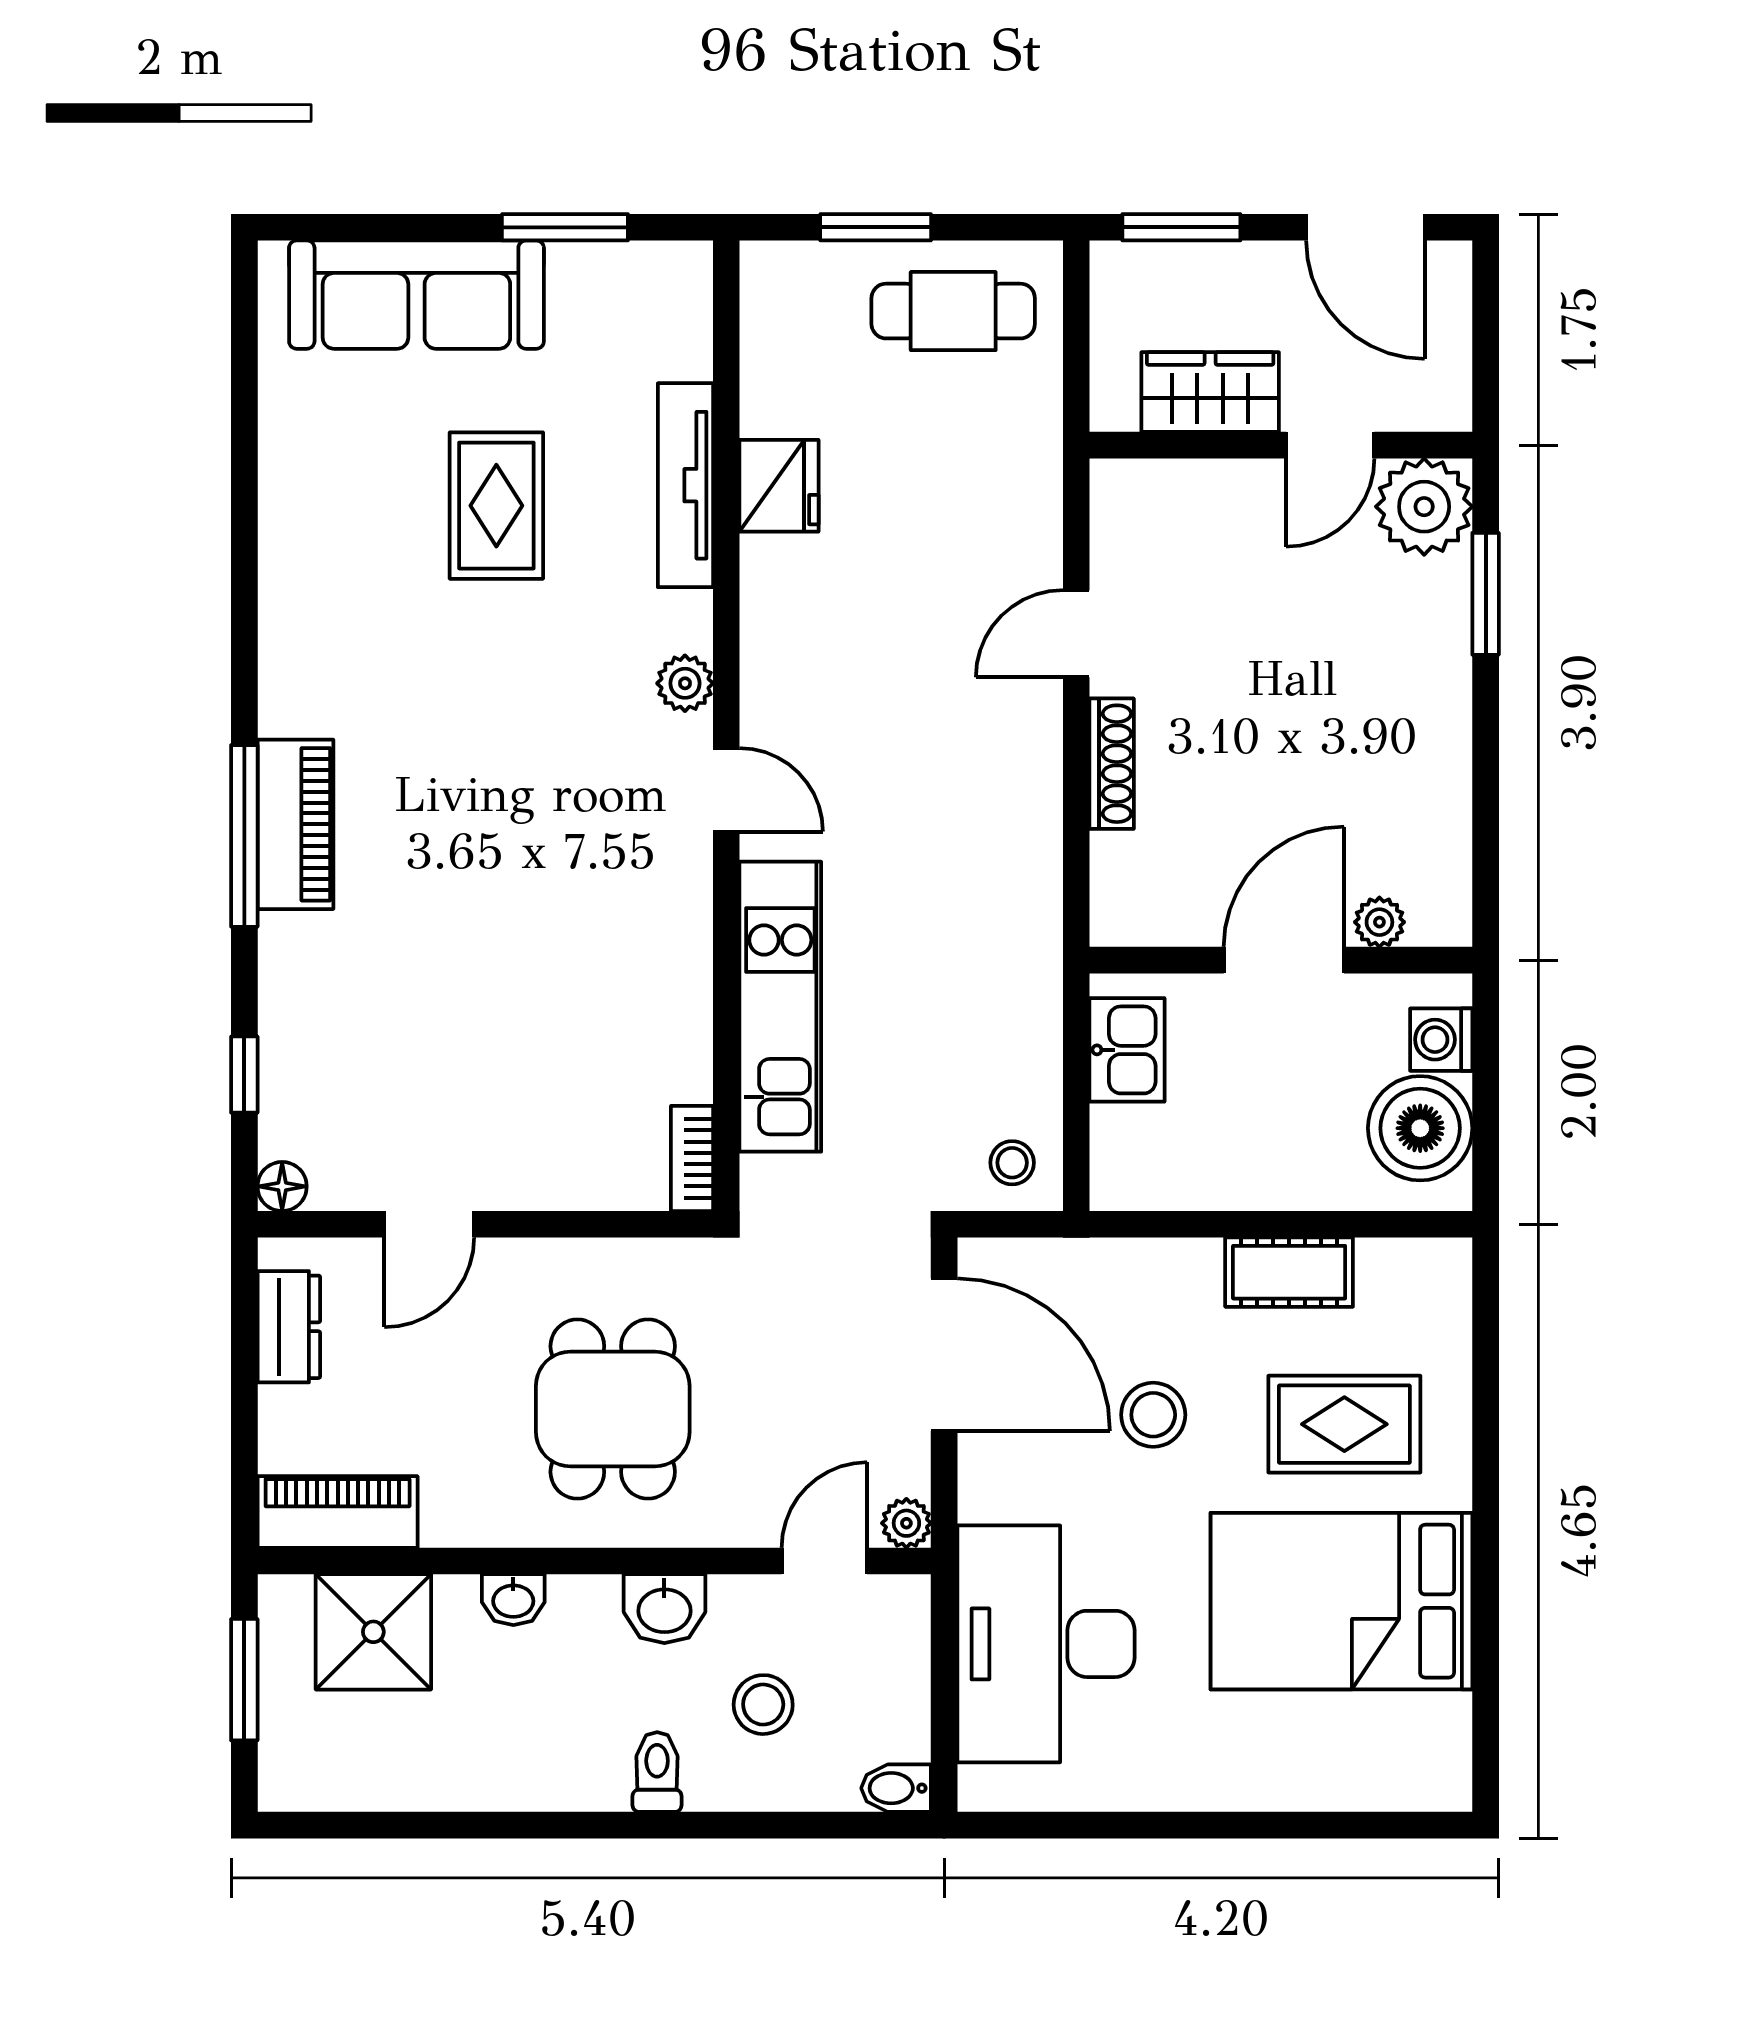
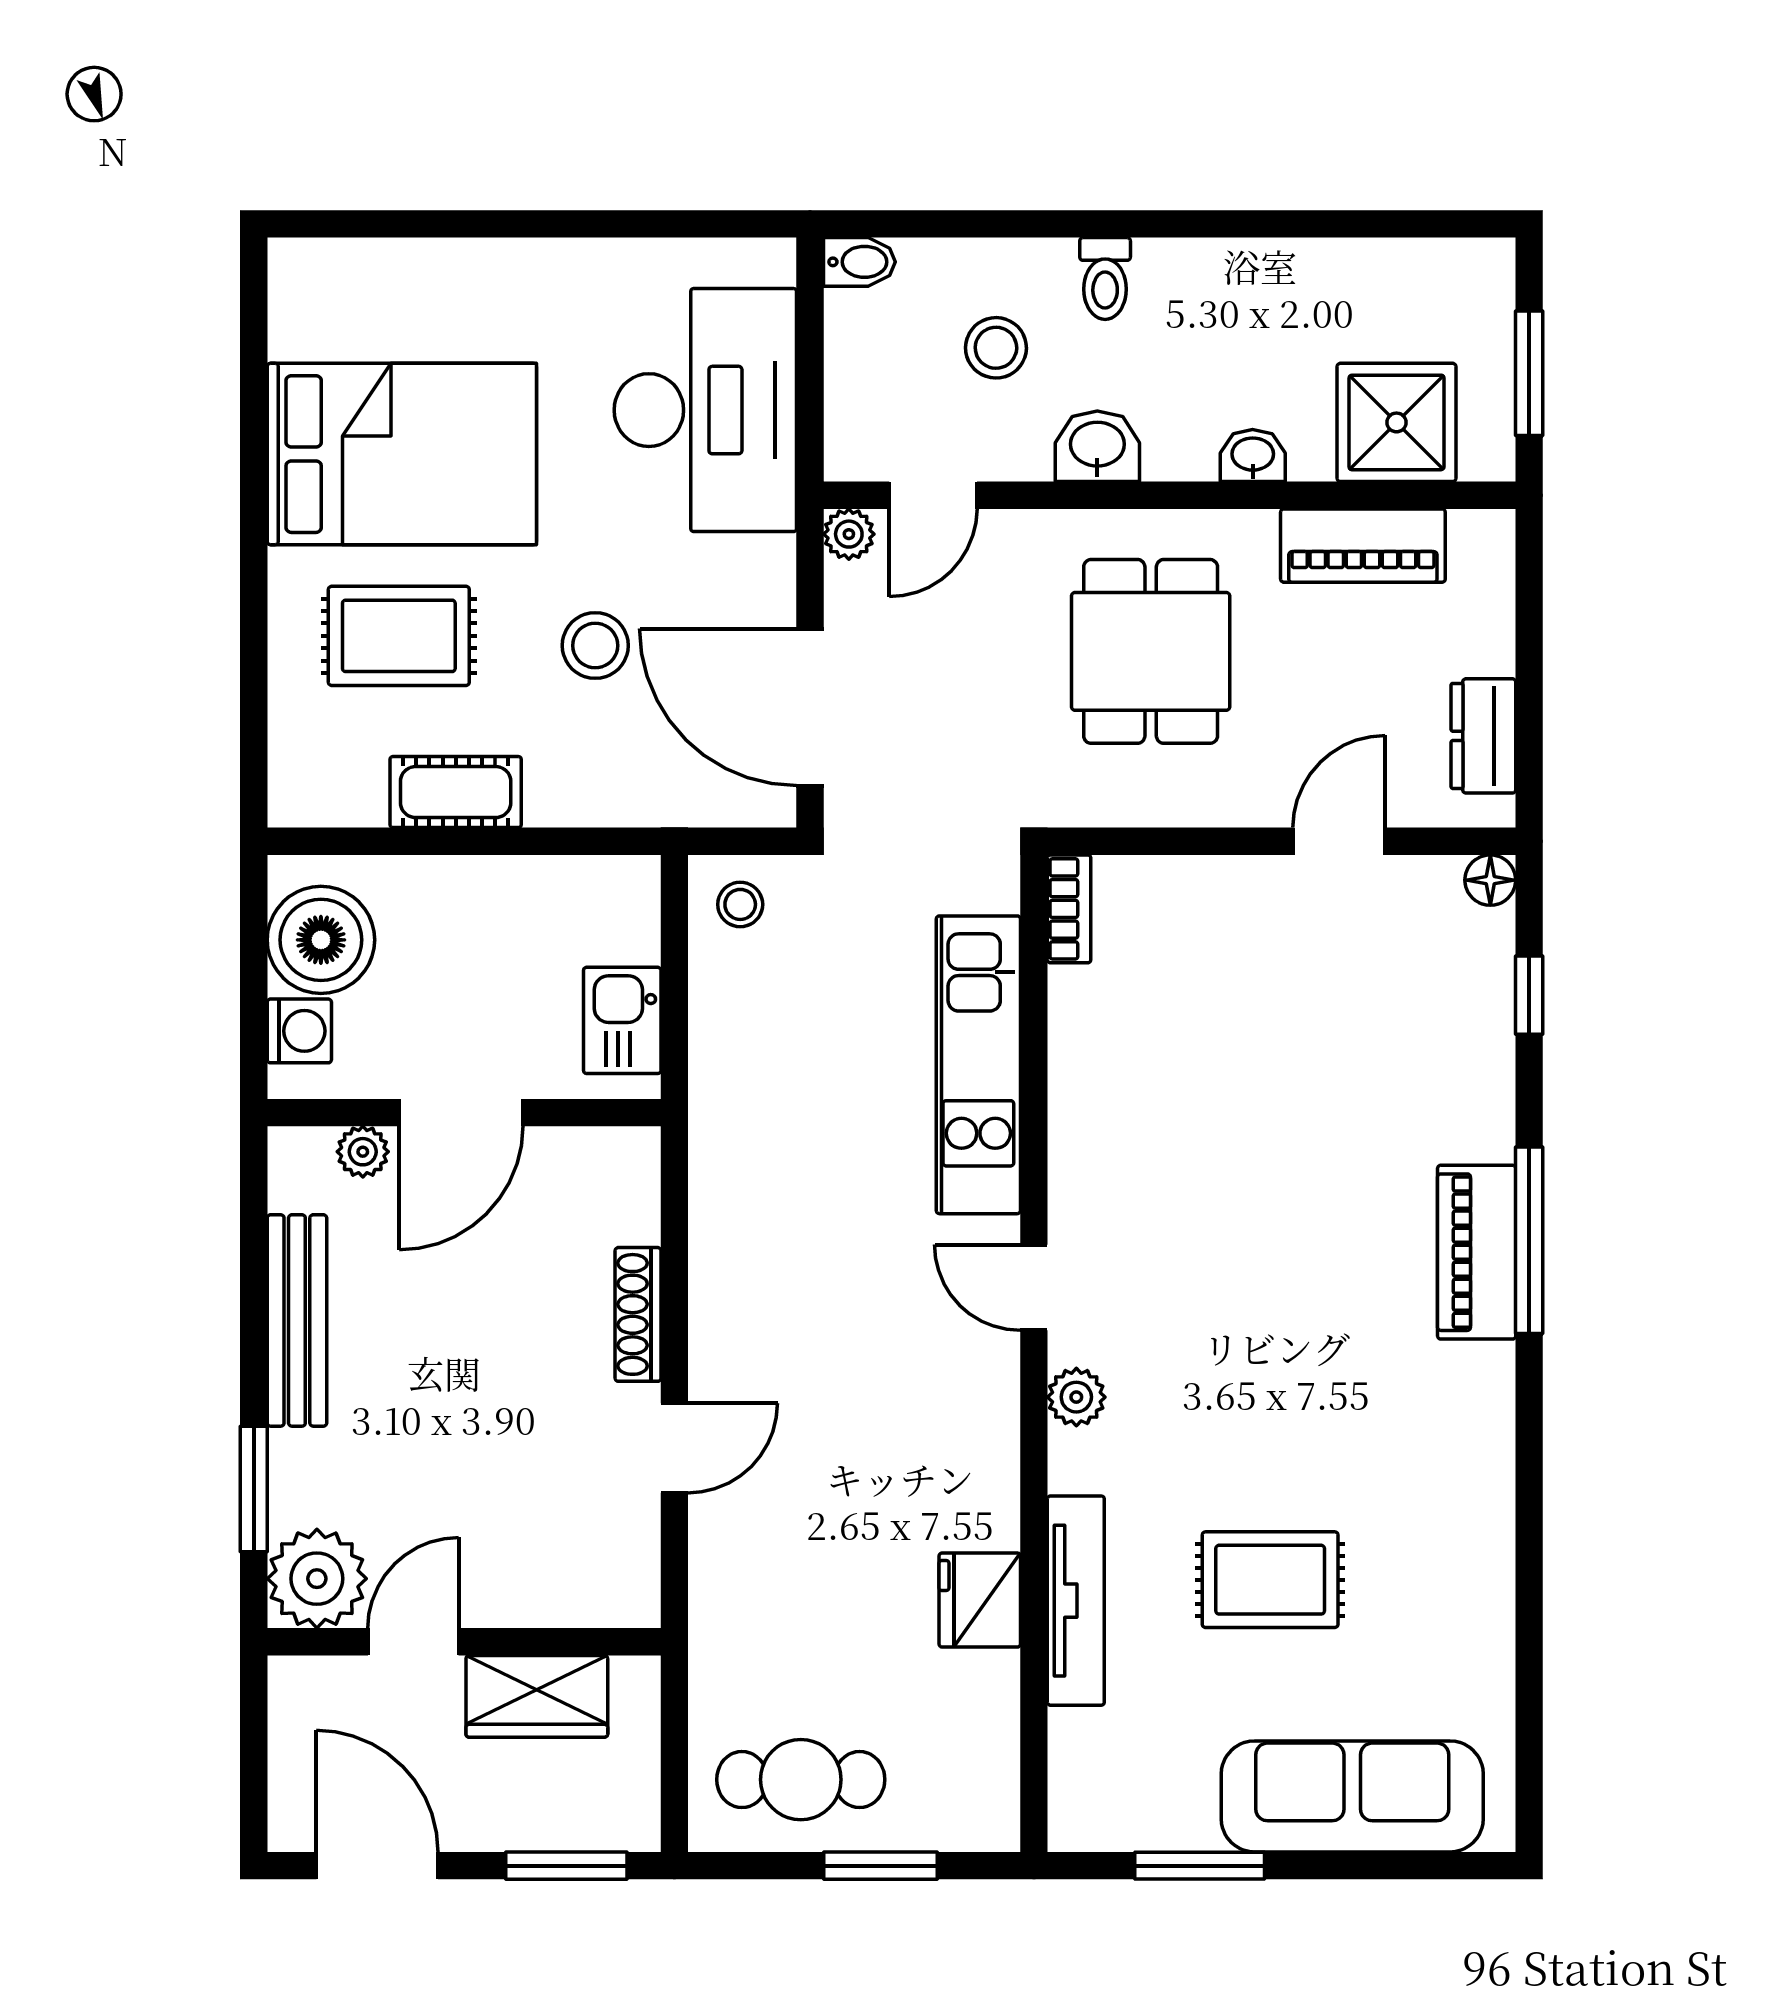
rug: (496, 506) -> (1270, 1580), turned 90
bench: (1444, 758) -> (297, 1320), added
piano: (338, 1512) -> (1363, 546), moved

